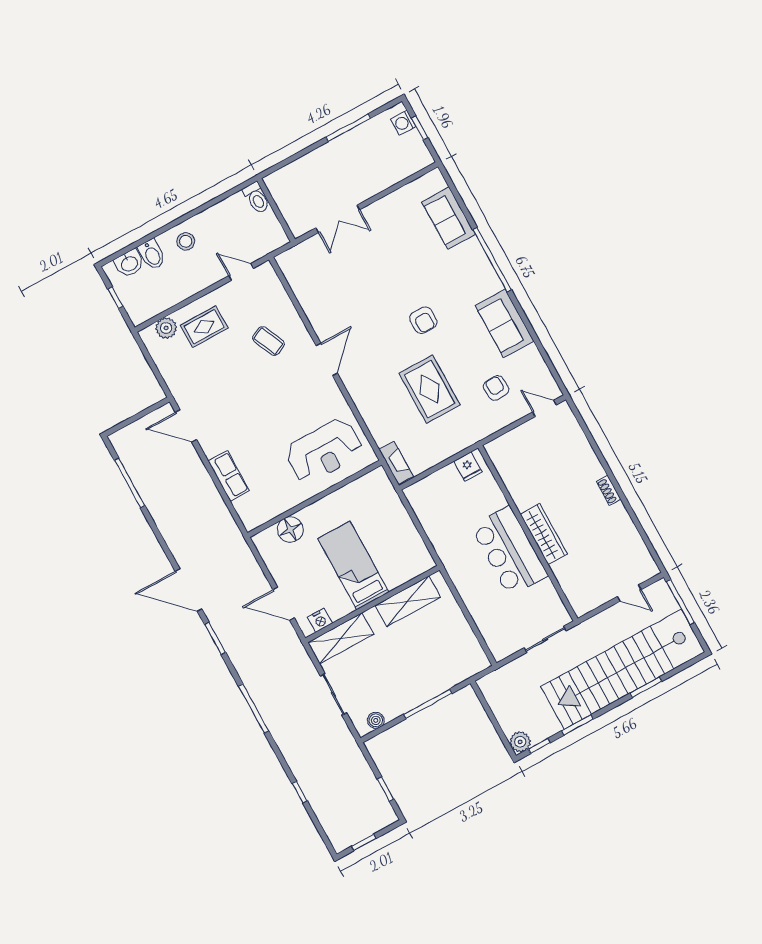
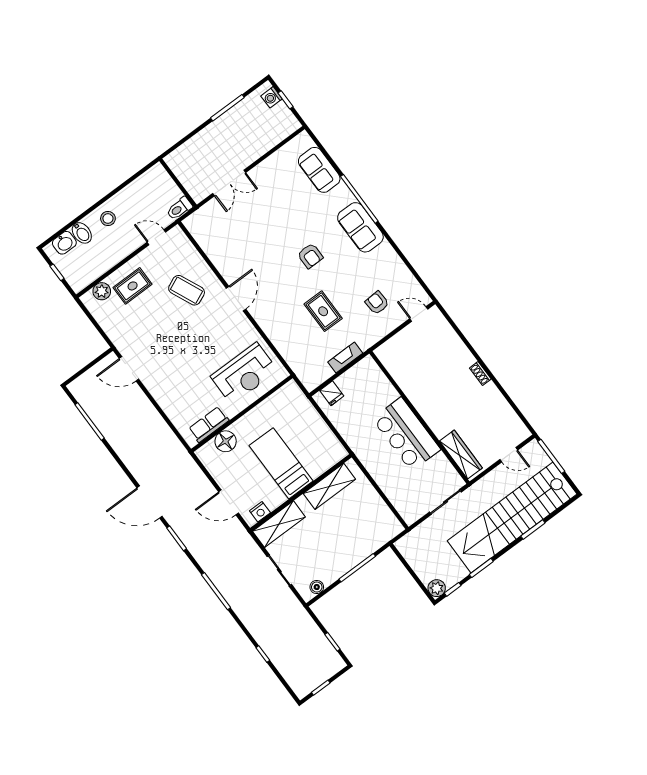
toilet: (256, 198) -> (179, 208), moved, turned 90
sofa: (505, 323) -> (360, 227), moved
coffee table: (268, 341) -> (187, 290), width x1.36, depth x1.30
rug: (430, 389) -> (323, 311), width x0.73, depth x0.70
fireplace: (396, 463) -> (345, 358), moved, turned -90
fridge: (468, 467) -> (332, 393), moved
row of seats: (229, 476) -> (209, 425), moved, turned -90
wardrobe: (544, 534) -> (461, 455), moved

